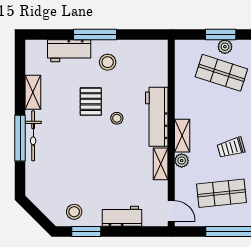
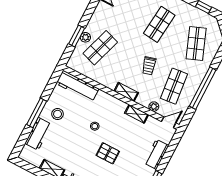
pallet: (91, 102) -> (108, 153), moved
workbench: (157, 117) -> (77, 86), moved
plant: (182, 161) -> (154, 107), moved

